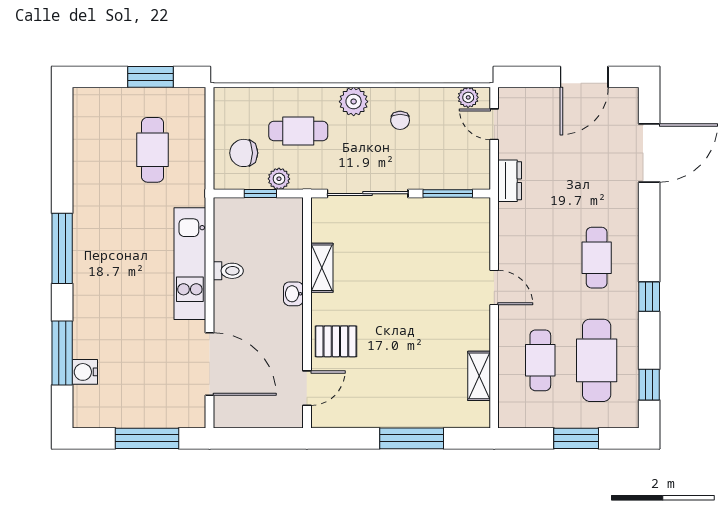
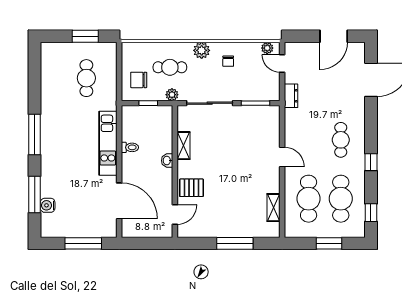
plant: (279, 179) -> (172, 95), moved
cafe table: (540, 360) -> (309, 199), width x1.37, depth x1.35

